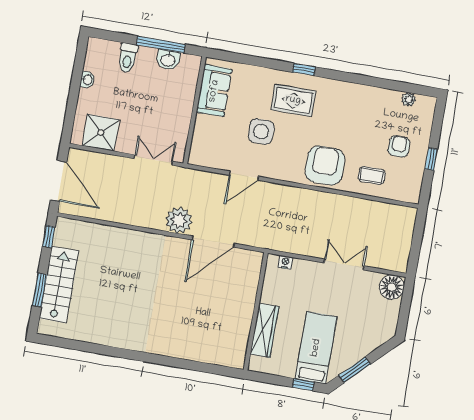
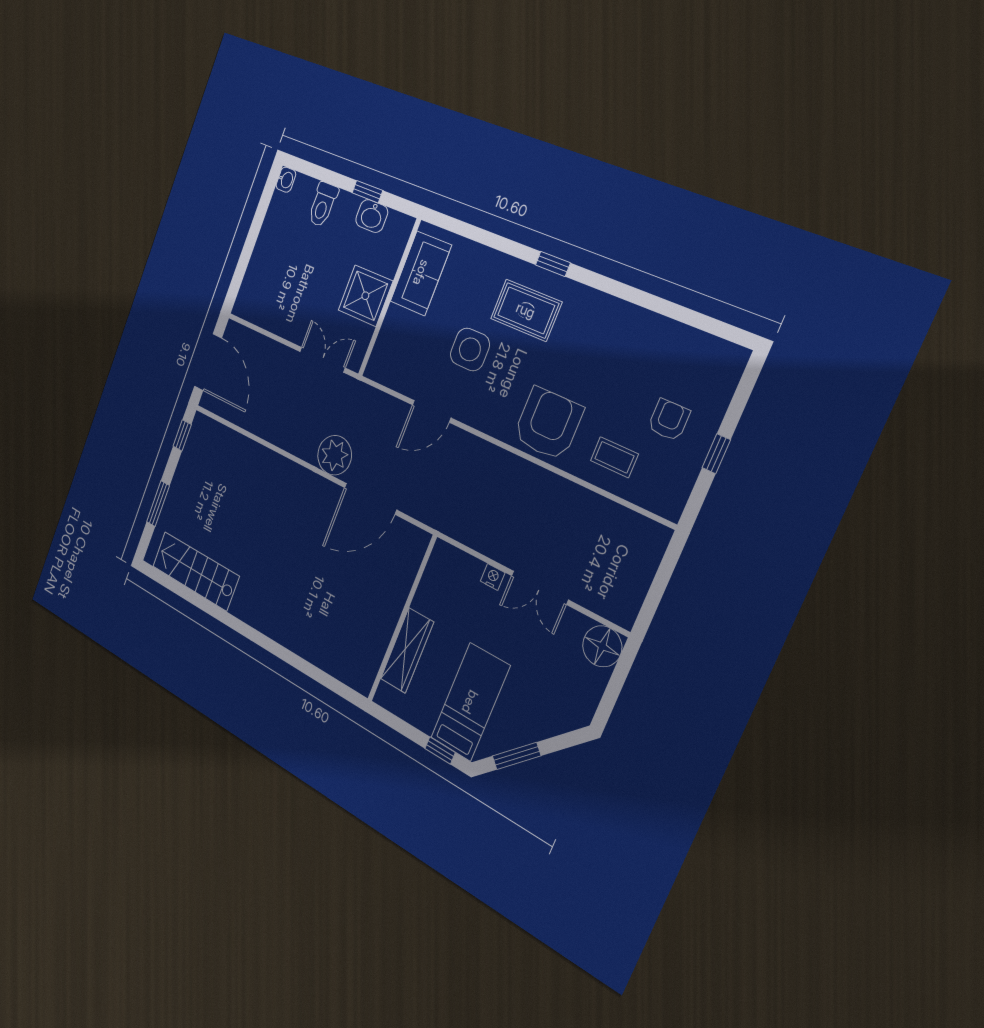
window: (161, 45) -> (367, 192), width x0.46
washbasin: (87, 80) -> (286, 180), moved
plant: (409, 99) -> (704, 344), removed
shower: (101, 133) -> (365, 296), moved
nightstand: (285, 262) -> (493, 577), moved
double door: (344, 264) -> (540, 588), swing flipped
stairs: (59, 285) -> (195, 571), moved, turned -90

